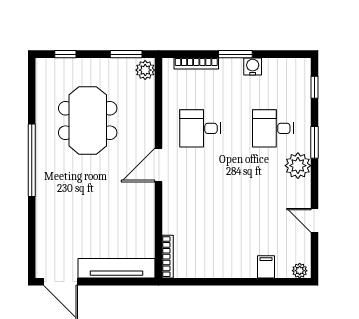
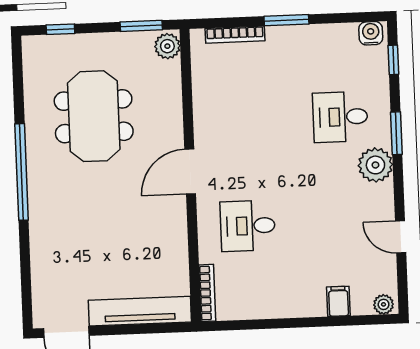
water cooler: (253, 66) -> (371, 33), moved
desk: (200, 128) -> (248, 226), moved

